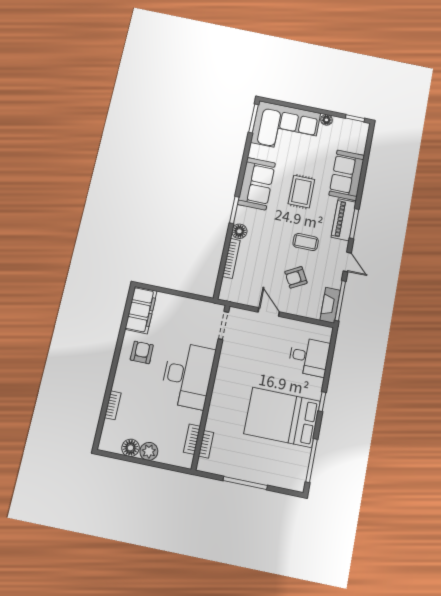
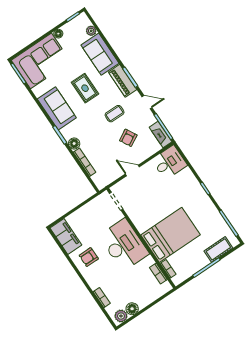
plant: (359, 147) -> (91, 31), added
armchair: (142, 352) -> (89, 257), turned -90
desk: (309, 357) -> (169, 163), moved
bed: (282, 417) -> (171, 235), moved, turned 180
plant: (149, 451) -> (121, 316), moved
cot: (275, 477) -> (218, 249), added

